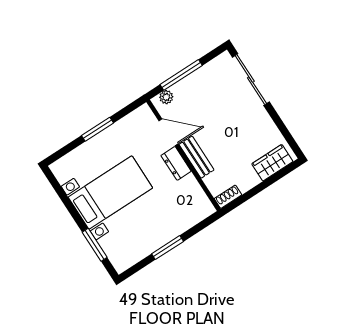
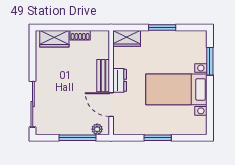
shoe rack: (228, 197) -> (80, 35), moved
wardrobe: (197, 212) -> (127, 38), added

